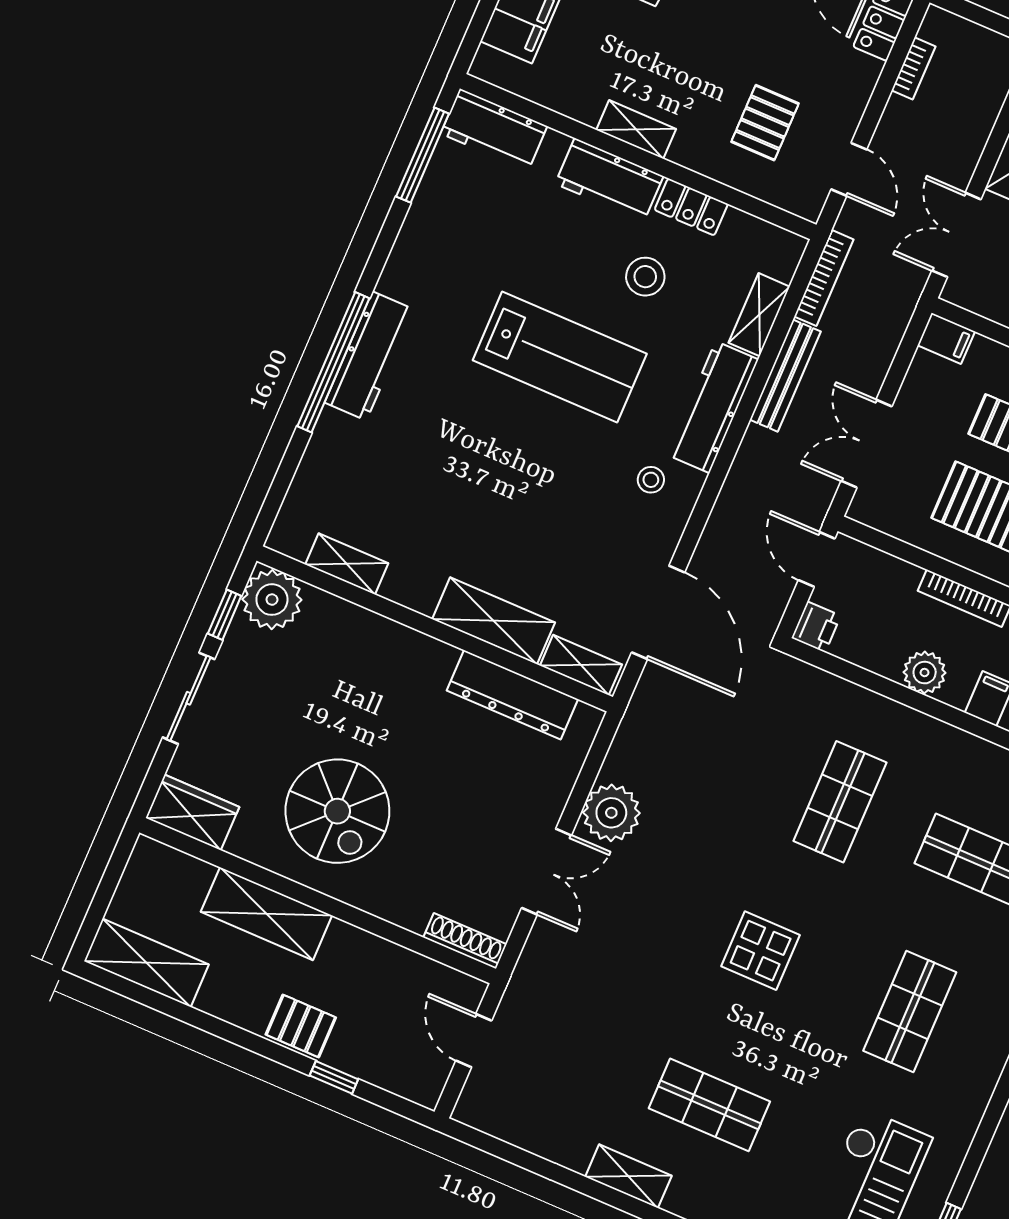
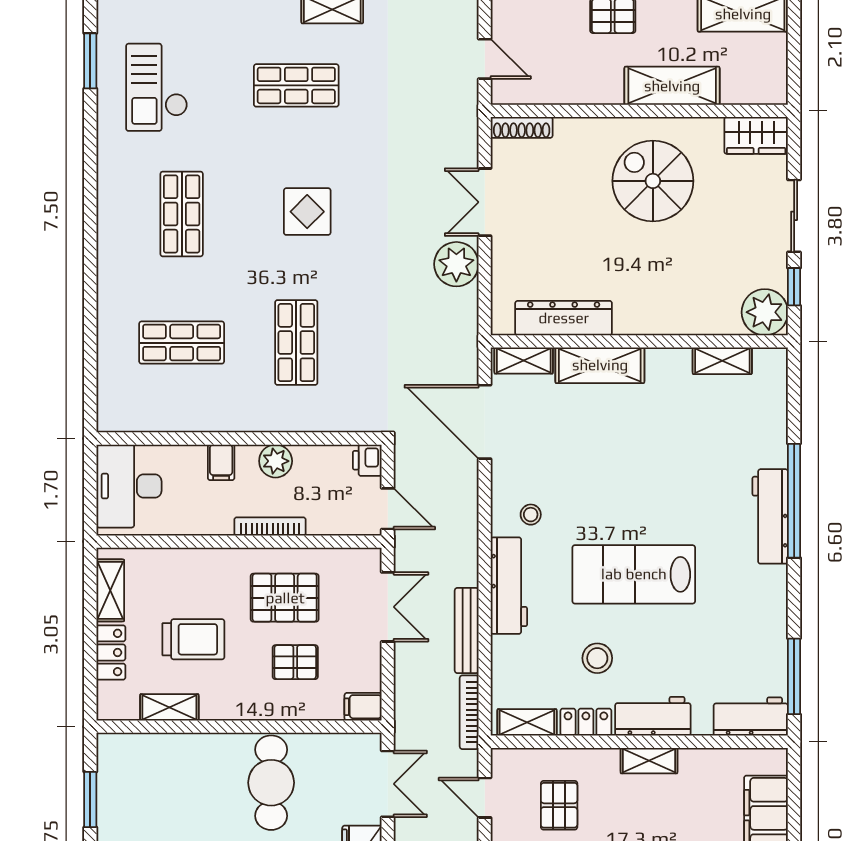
shelving: (759, 315) -> (527, 722), moved, turned 90

